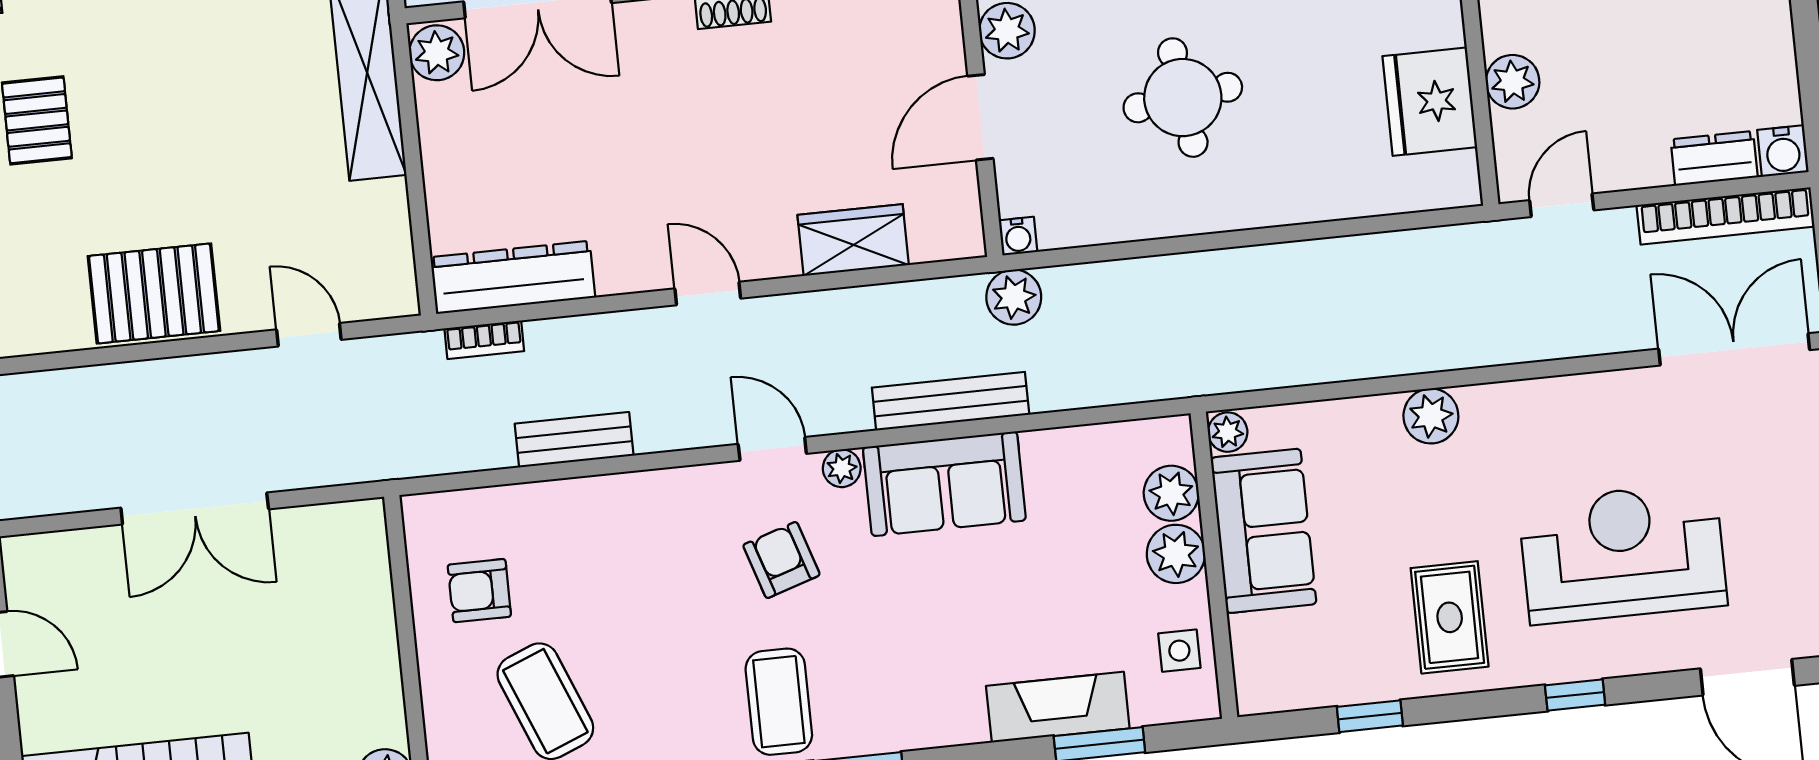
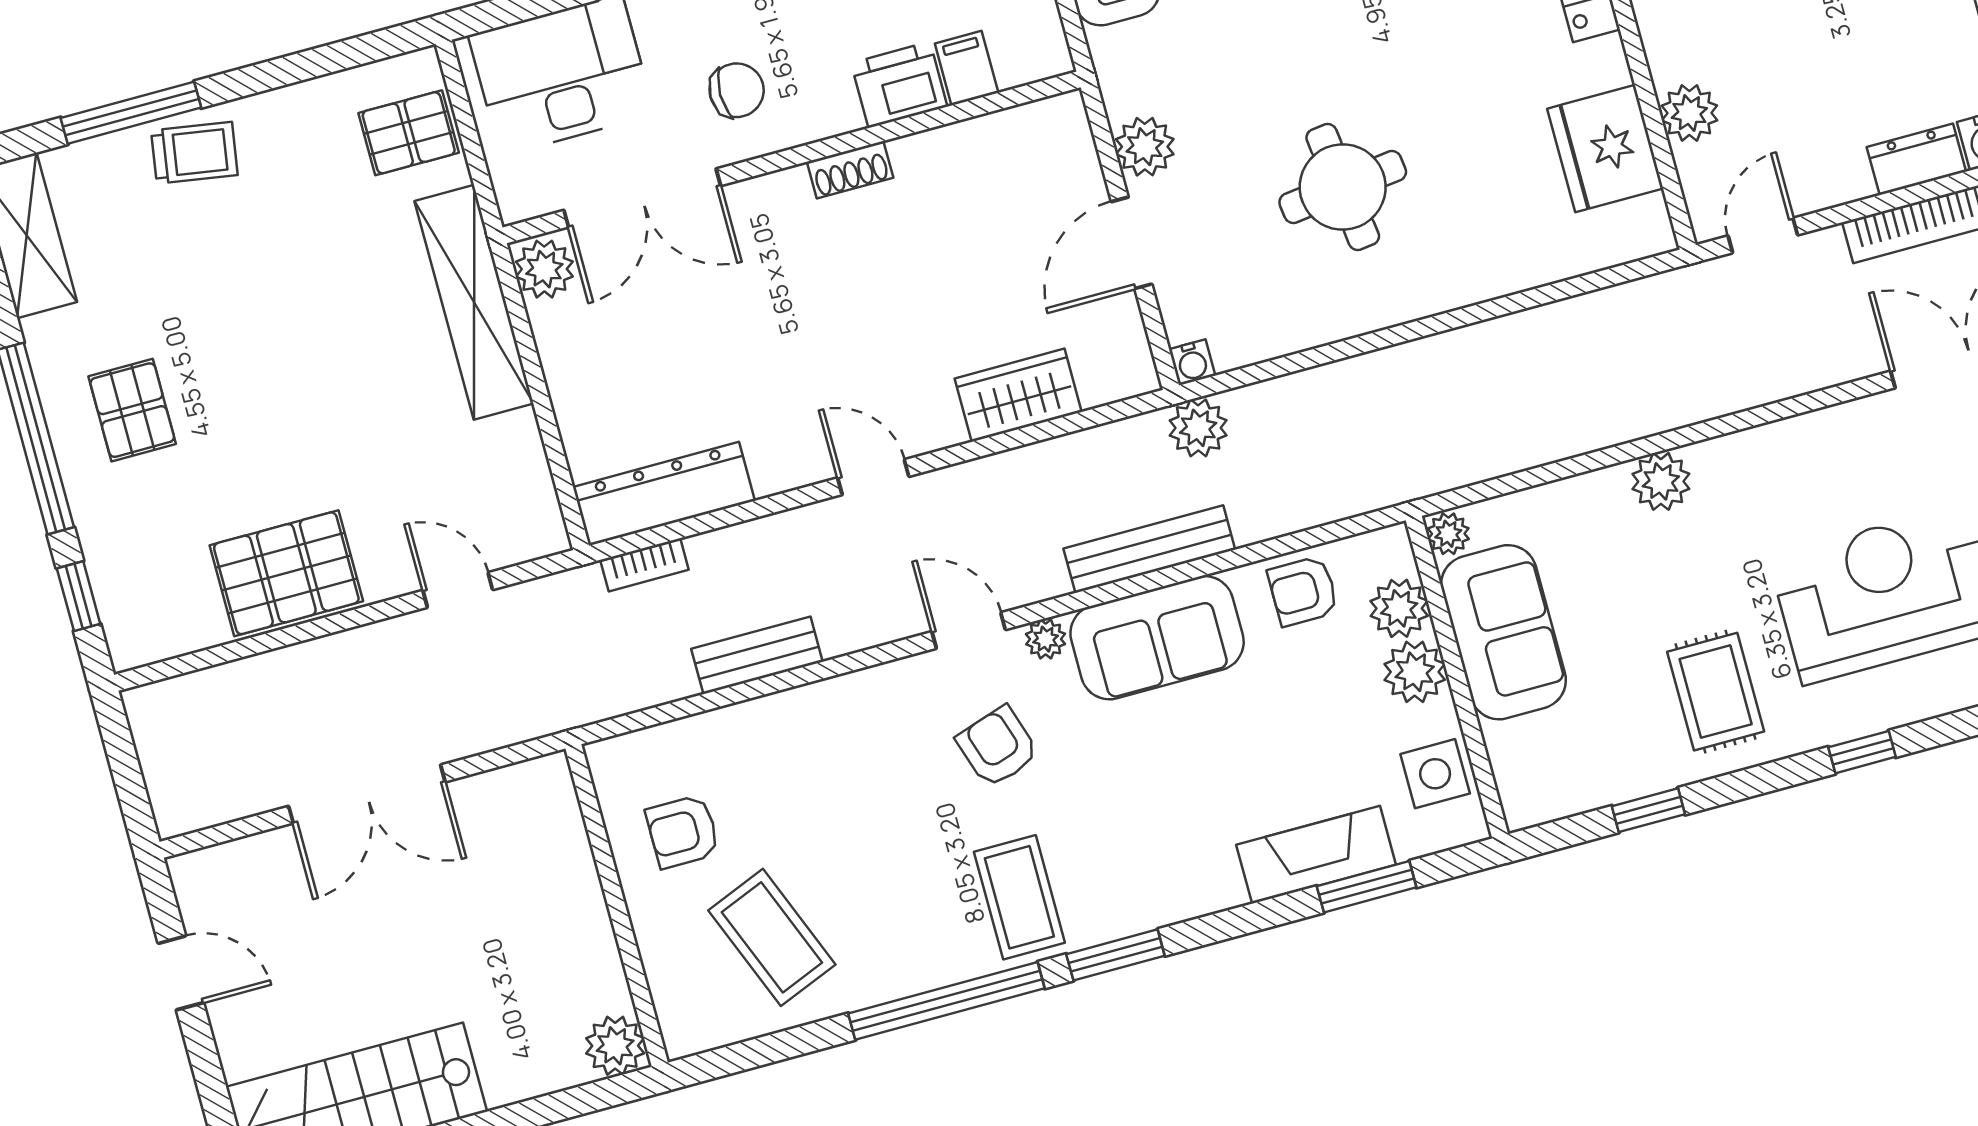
armchair: (1086, 463) -> (1303, 591), added
side table: (1179, 651) -> (1435, 774), width x1.37, depth x1.37

